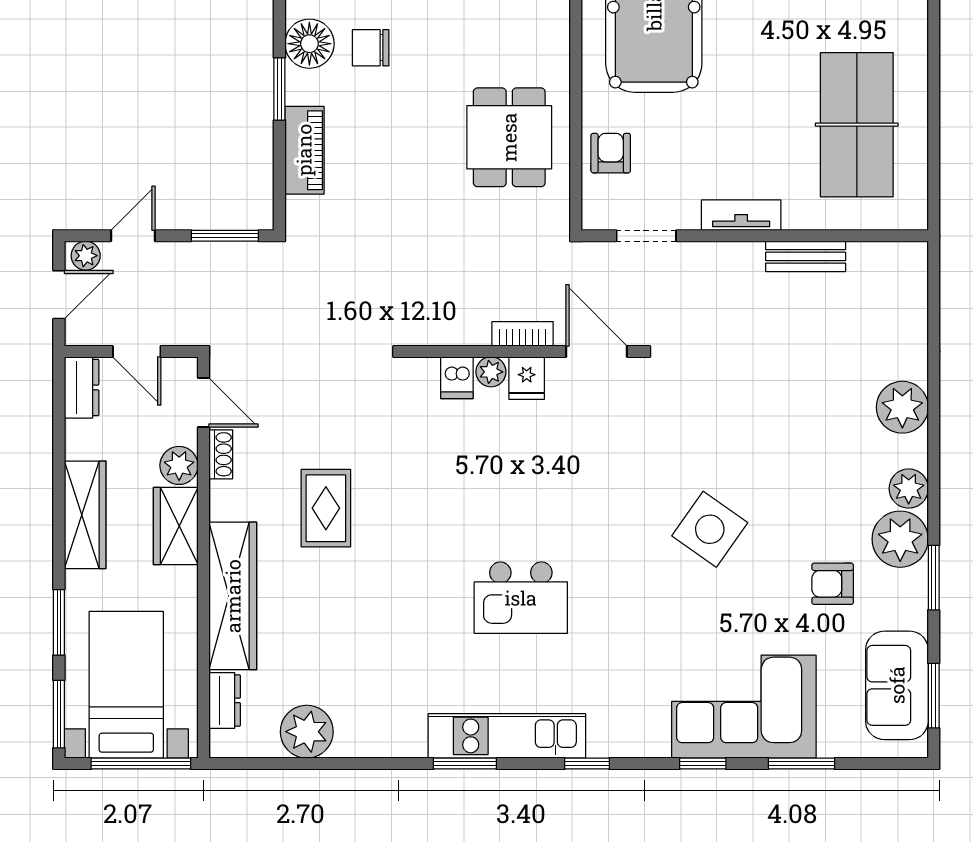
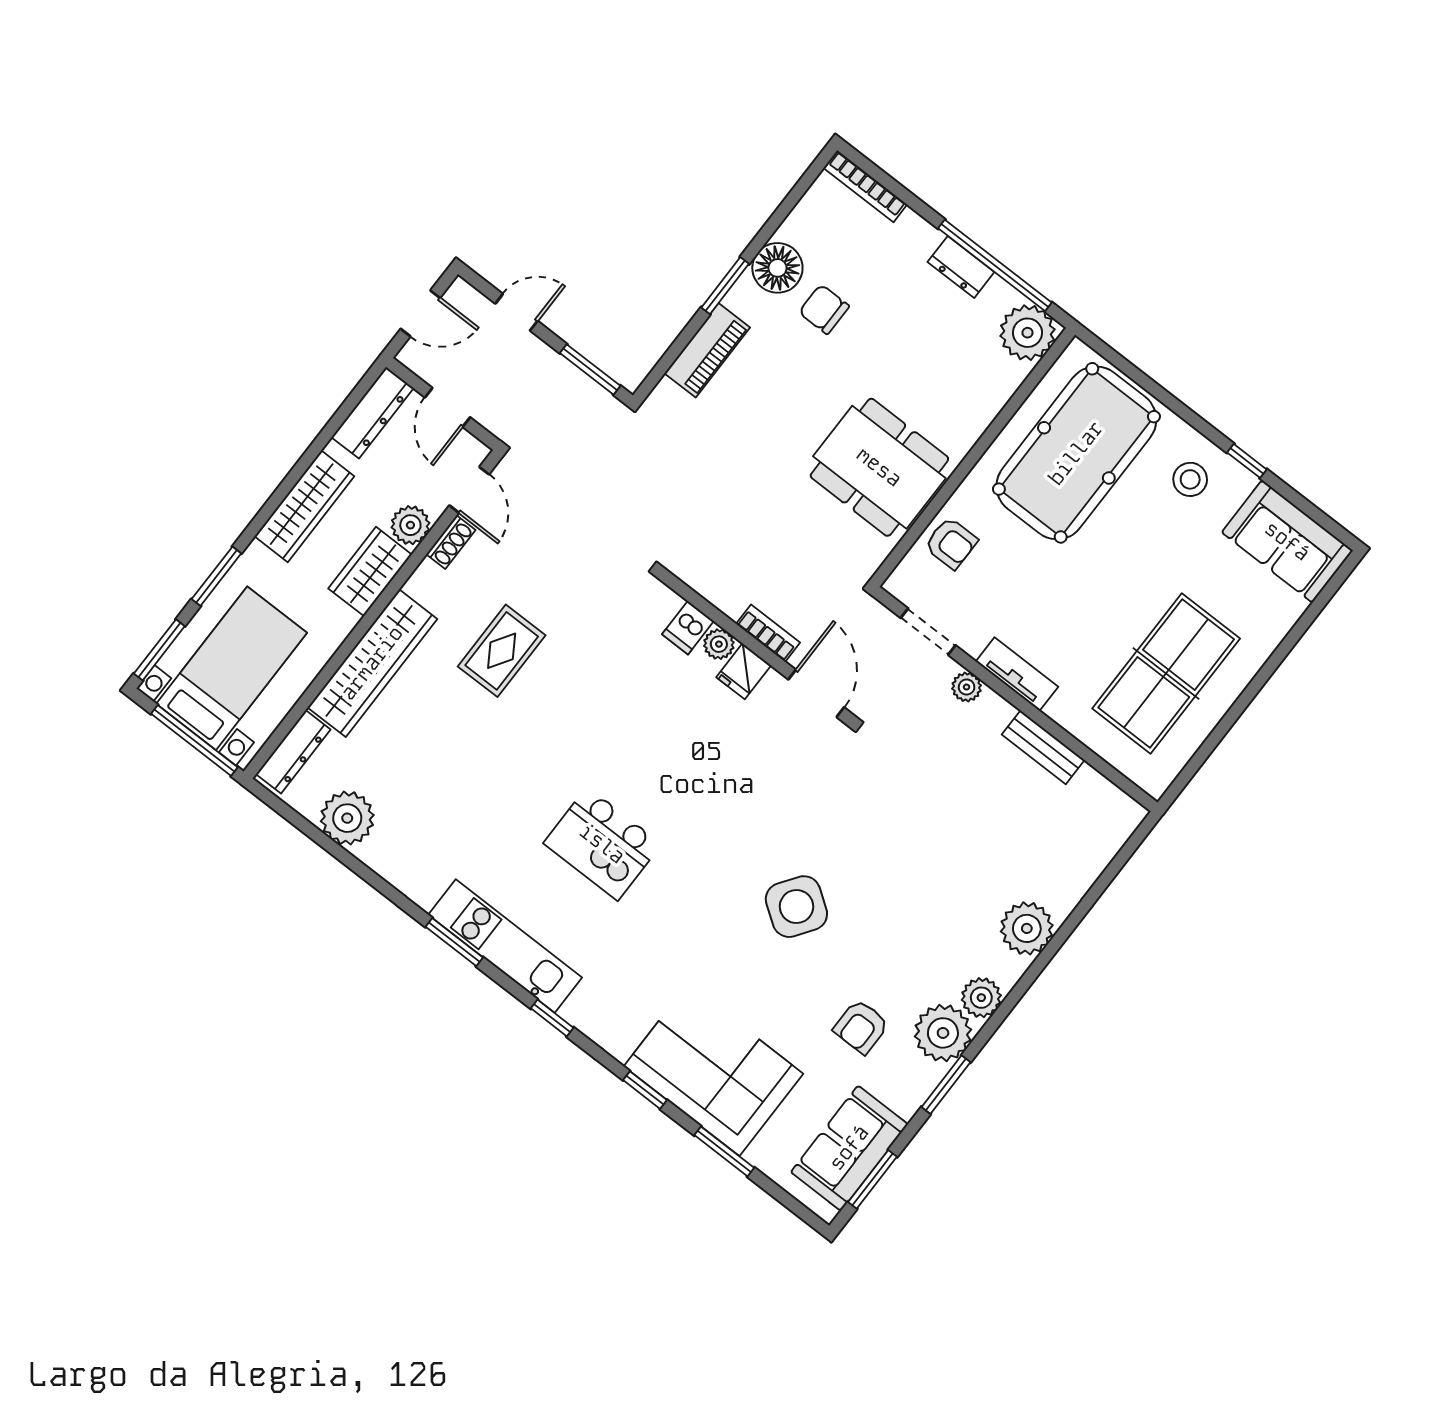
dining table: (509, 137) -> (879, 467), width x1.38
armchair: (611, 153) -> (951, 543), turned 90
plant: (86, 256) -> (967, 687), moved
dresser: (82, 387) -> (372, 413), width x1.44
armchair: (833, 584) -> (861, 1027), turned -90
dresser: (225, 700) -> (293, 752), width x1.44

